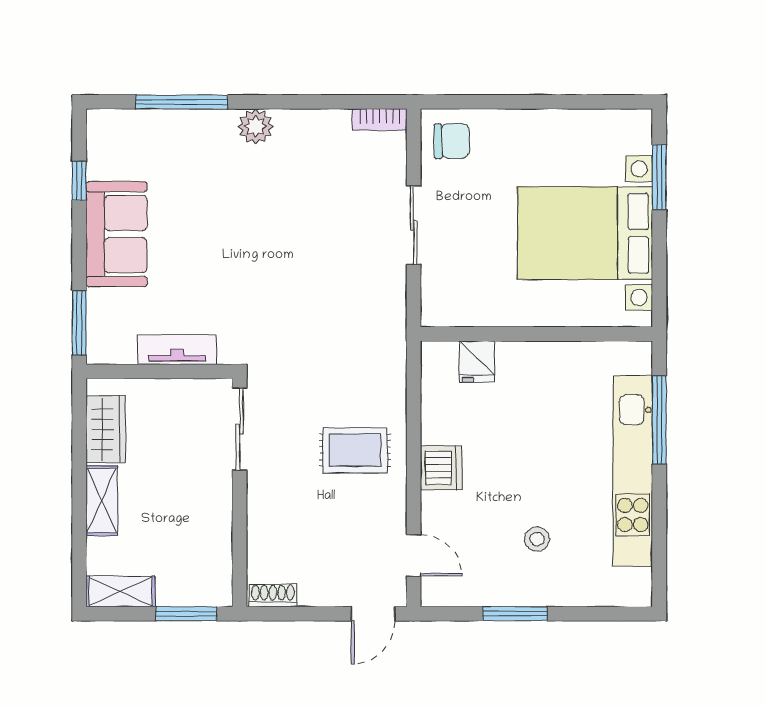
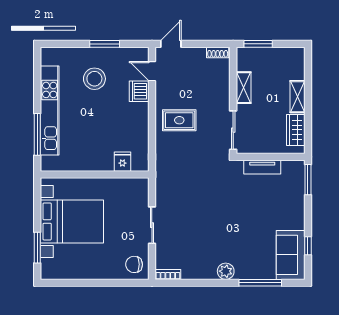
sofa: (117, 234) -> (291, 255), moved
dishwasher: (441, 468) -> (139, 91), moved
stool: (537, 539) -> (94, 79), width x1.89, depth x1.89
shelving: (120, 591) -> (244, 88), moved, turned 90

